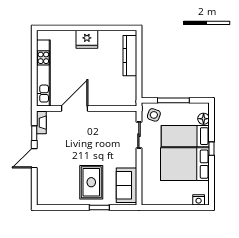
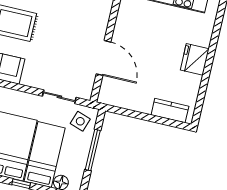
kitchen counter: (130, 56) -> (170, 111), width x0.67
door: (74, 108) -> (104, 58), moved

